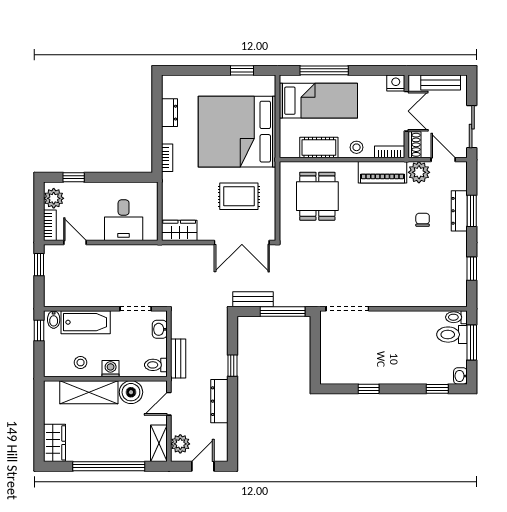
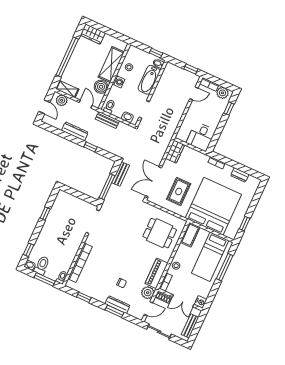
cot: (319, 147) -> (190, 235), moved
desk: (124, 220) -> (201, 137), moved, turned -90
bookcase: (421, 299) -> (80, 263), added
toilet: (452, 335) -> (42, 265), moved

